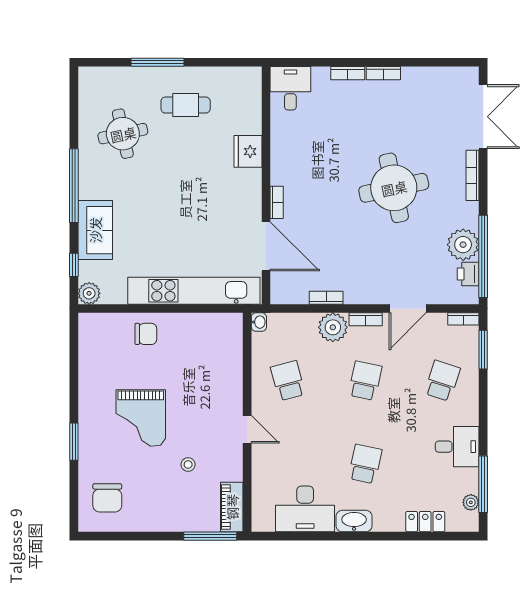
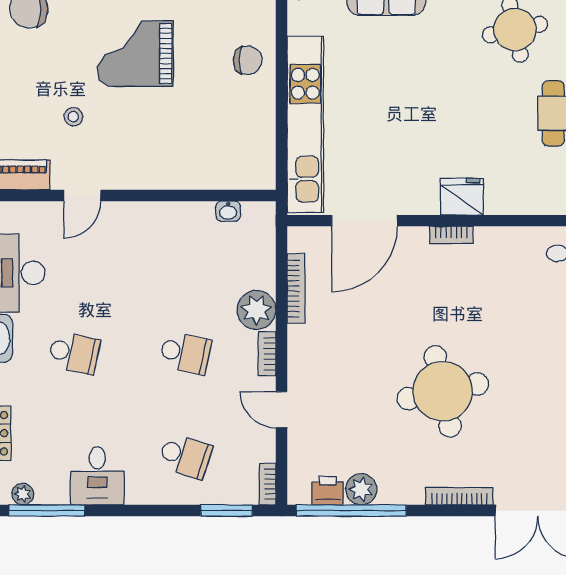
fridge: (248, 151) -> (462, 197), moved
bookcase: (277, 202) -> (451, 235), moved
plant: (463, 245) -> (361, 489), width x0.73, depth x0.73
bookcase: (326, 298) -> (296, 288), width x1.56
door: (408, 309) -> (282, 410), width x0.73
washbasin: (259, 322) -> (228, 211), moved
chair: (146, 334) -> (248, 60), turned -90
school desk: (288, 381) -> (185, 250), removed
door: (247, 429) -> (82, 196), moved

